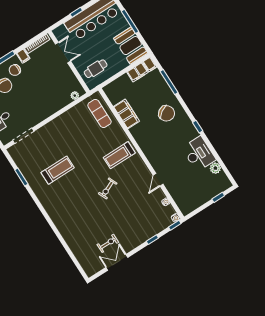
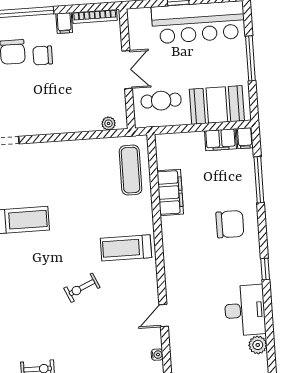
booth: (131, 46) -> (217, 105), moved, turned 90
double door: (63, 53) -> (127, 70), moved
chair: (15, 70) -> (43, 55), moved
chair: (167, 113) -> (230, 224), turned -57

